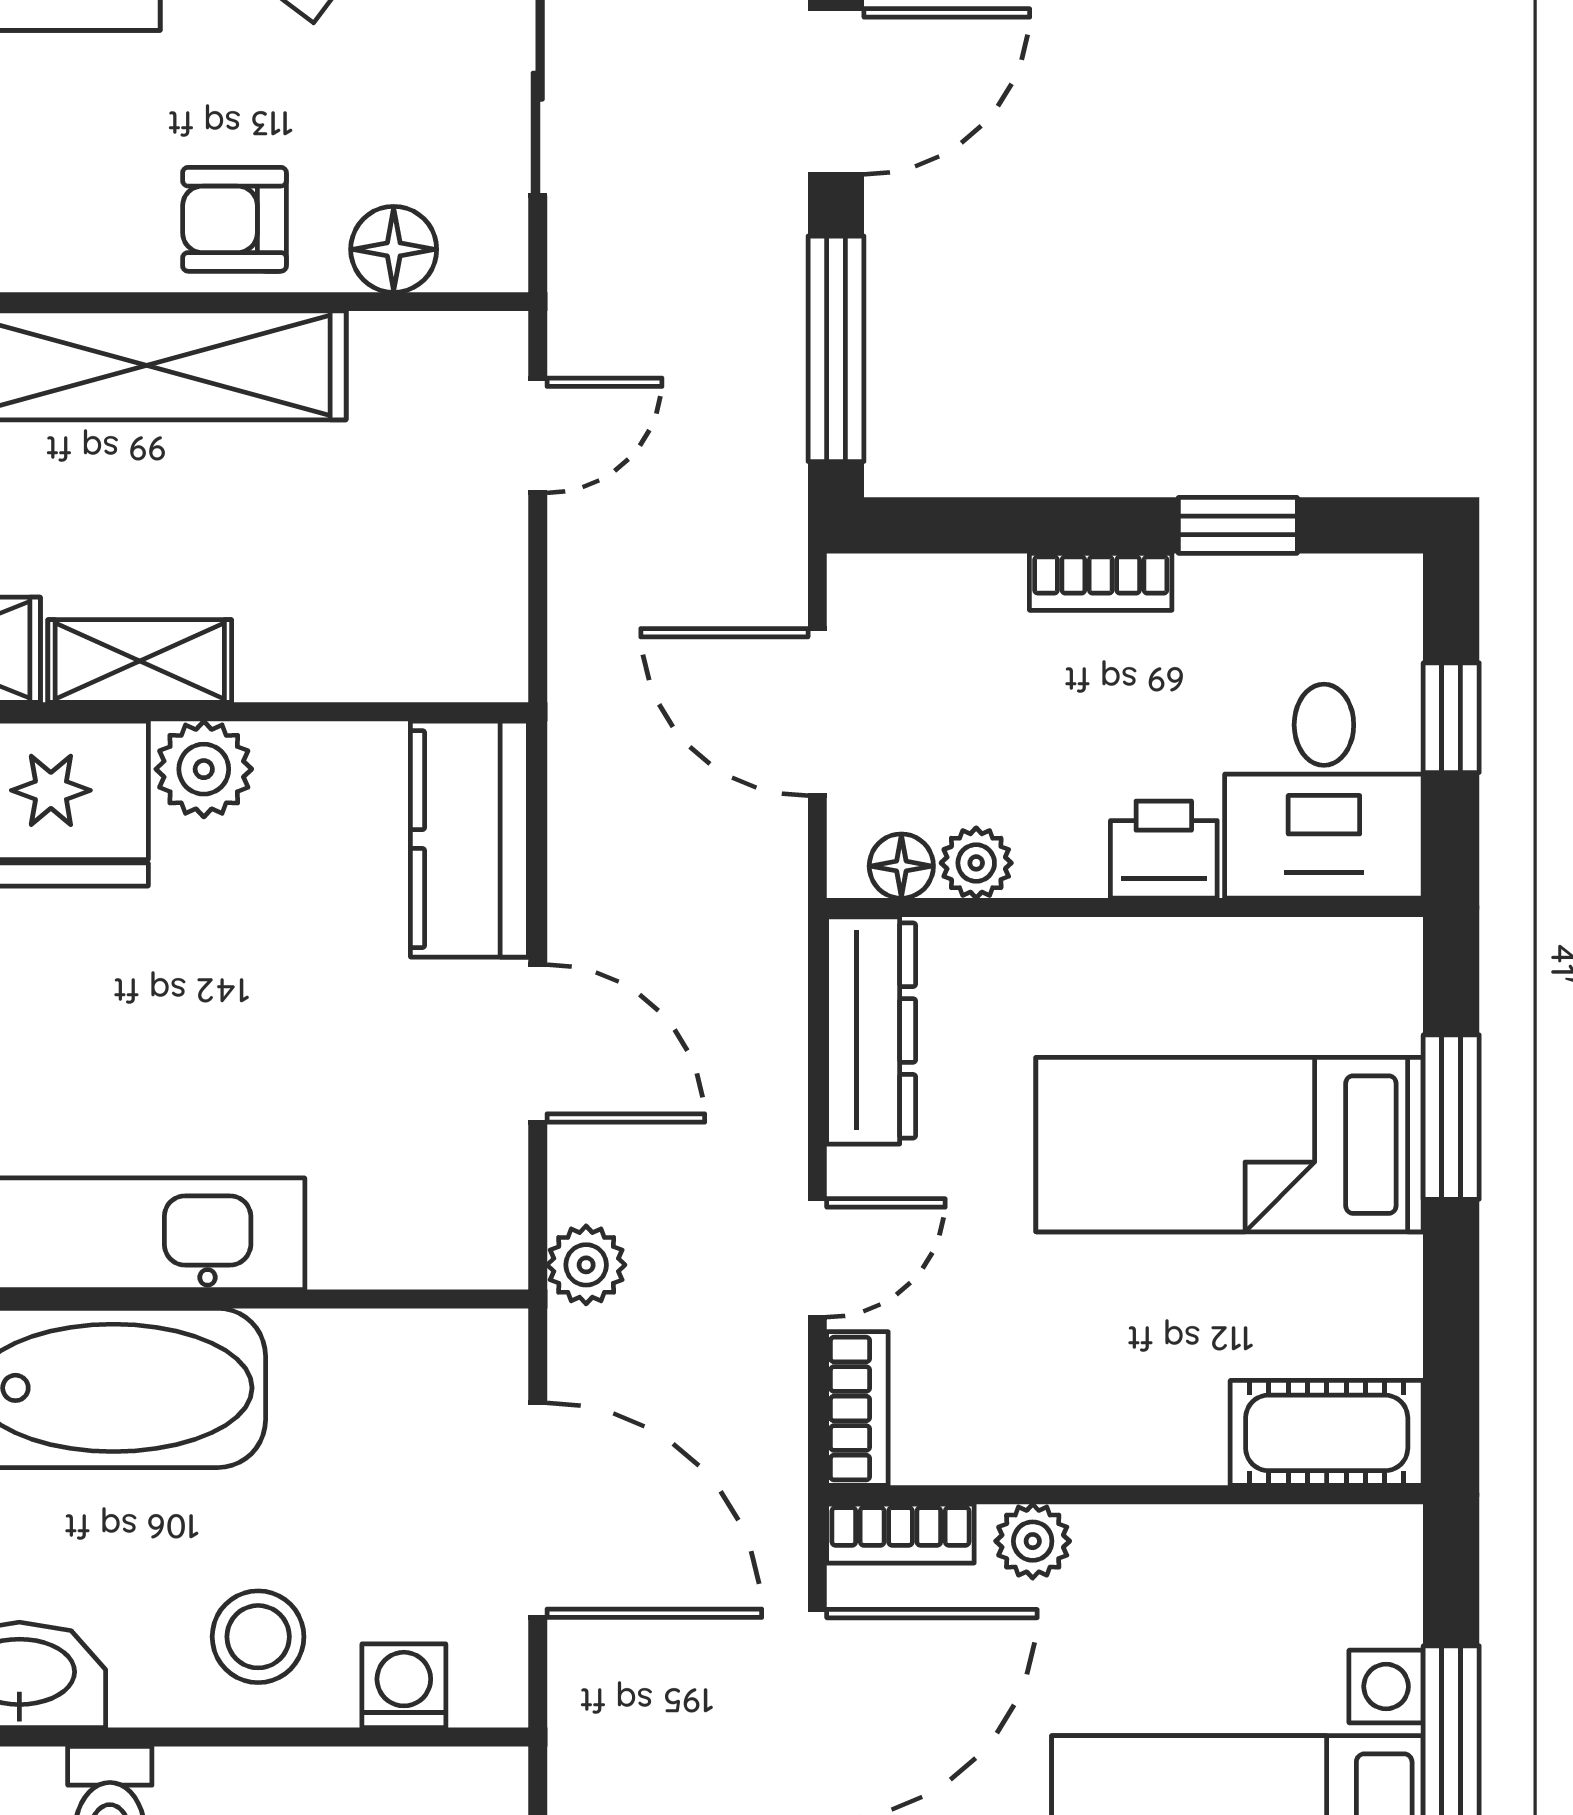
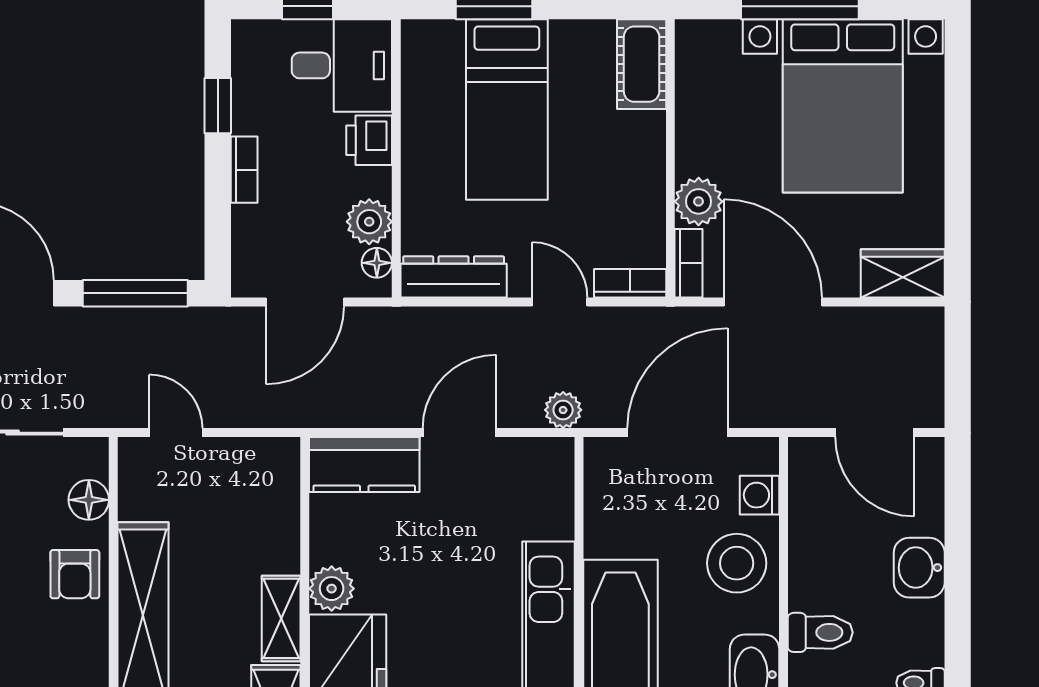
plant: (976, 863) -> (369, 222), width x1.38, depth x1.38
plant: (1033, 1541) -> (699, 201), width x1.38, depth x1.38
stool: (258, 1637) -> (737, 563), width x1.38, depth x1.38

